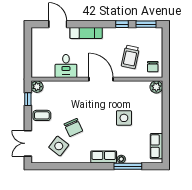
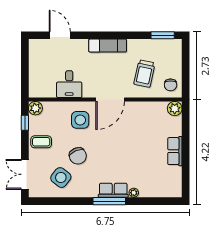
window: (122, 24) -> (135, 35), removed
exam couch: (86, 33) -> (108, 46), moved
door: (101, 79) -> (110, 99), swing flipped
side table: (124, 118) -> (80, 120), moved
row of seats: (156, 146) -> (175, 151), moved
window: (128, 166) -> (109, 201), moved

